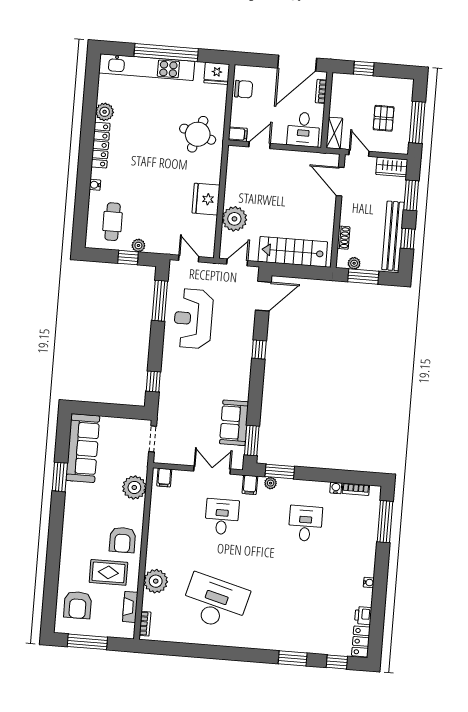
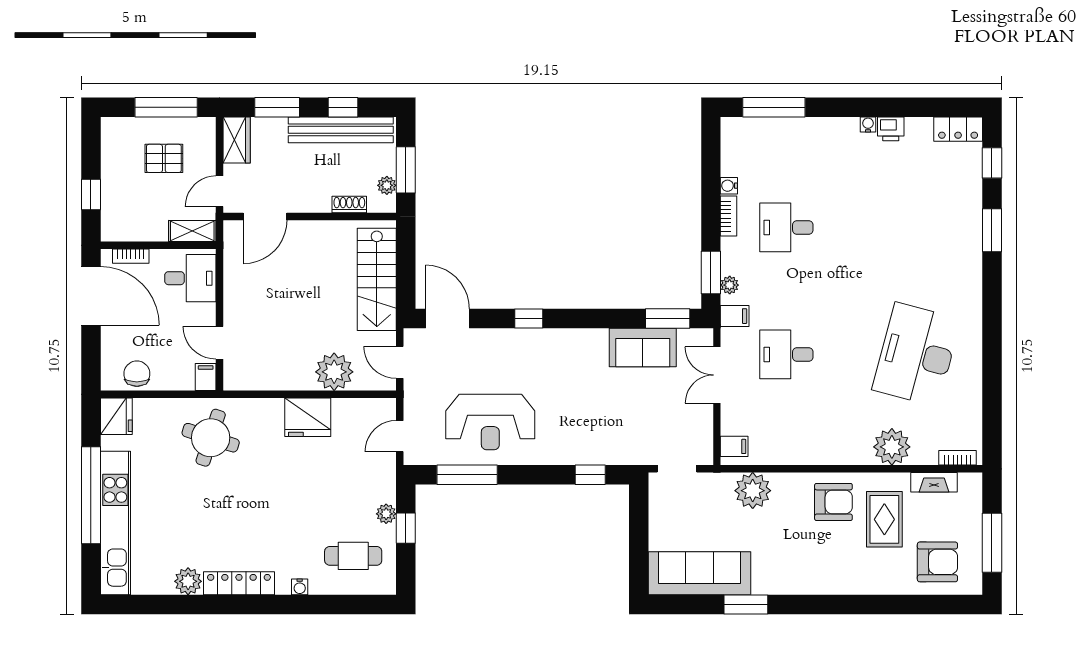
bookcase: (356, 489) -> (729, 216), moved
printer: (363, 616) -> (891, 129), moved

